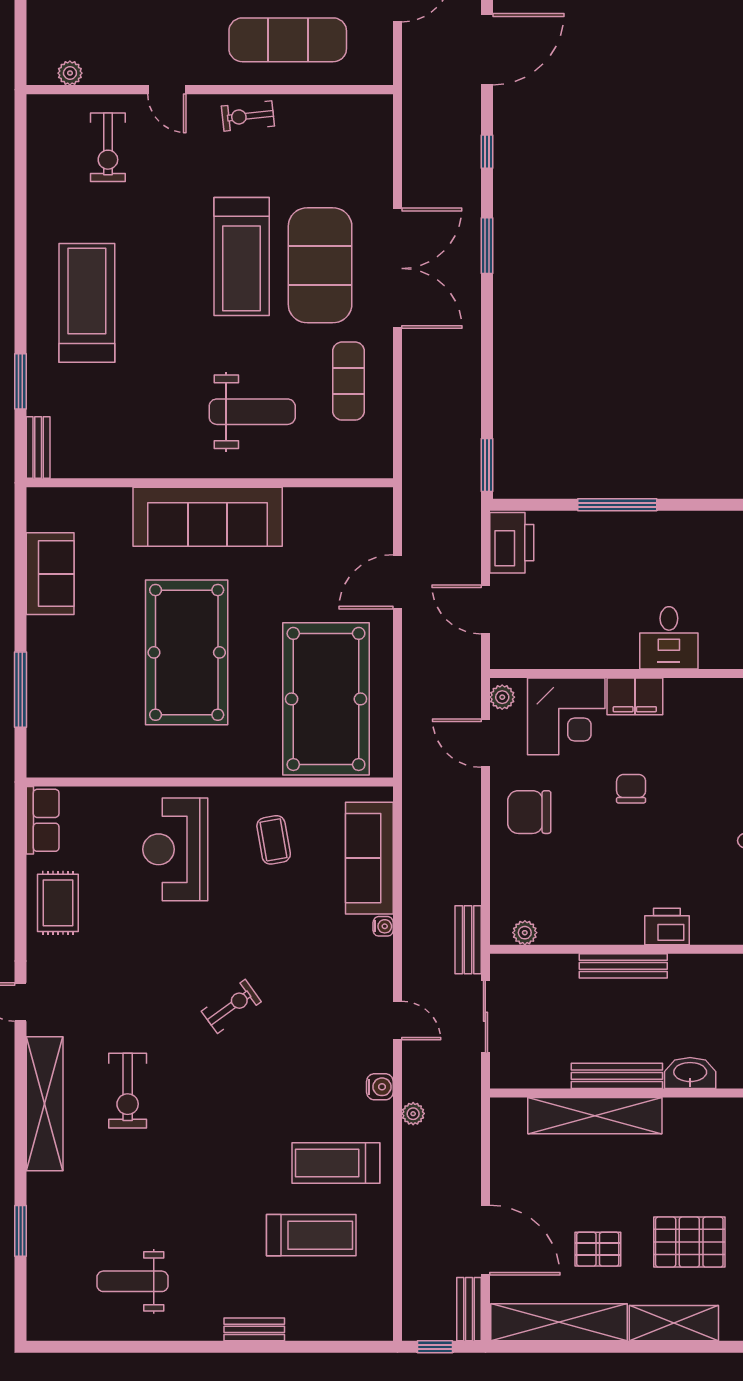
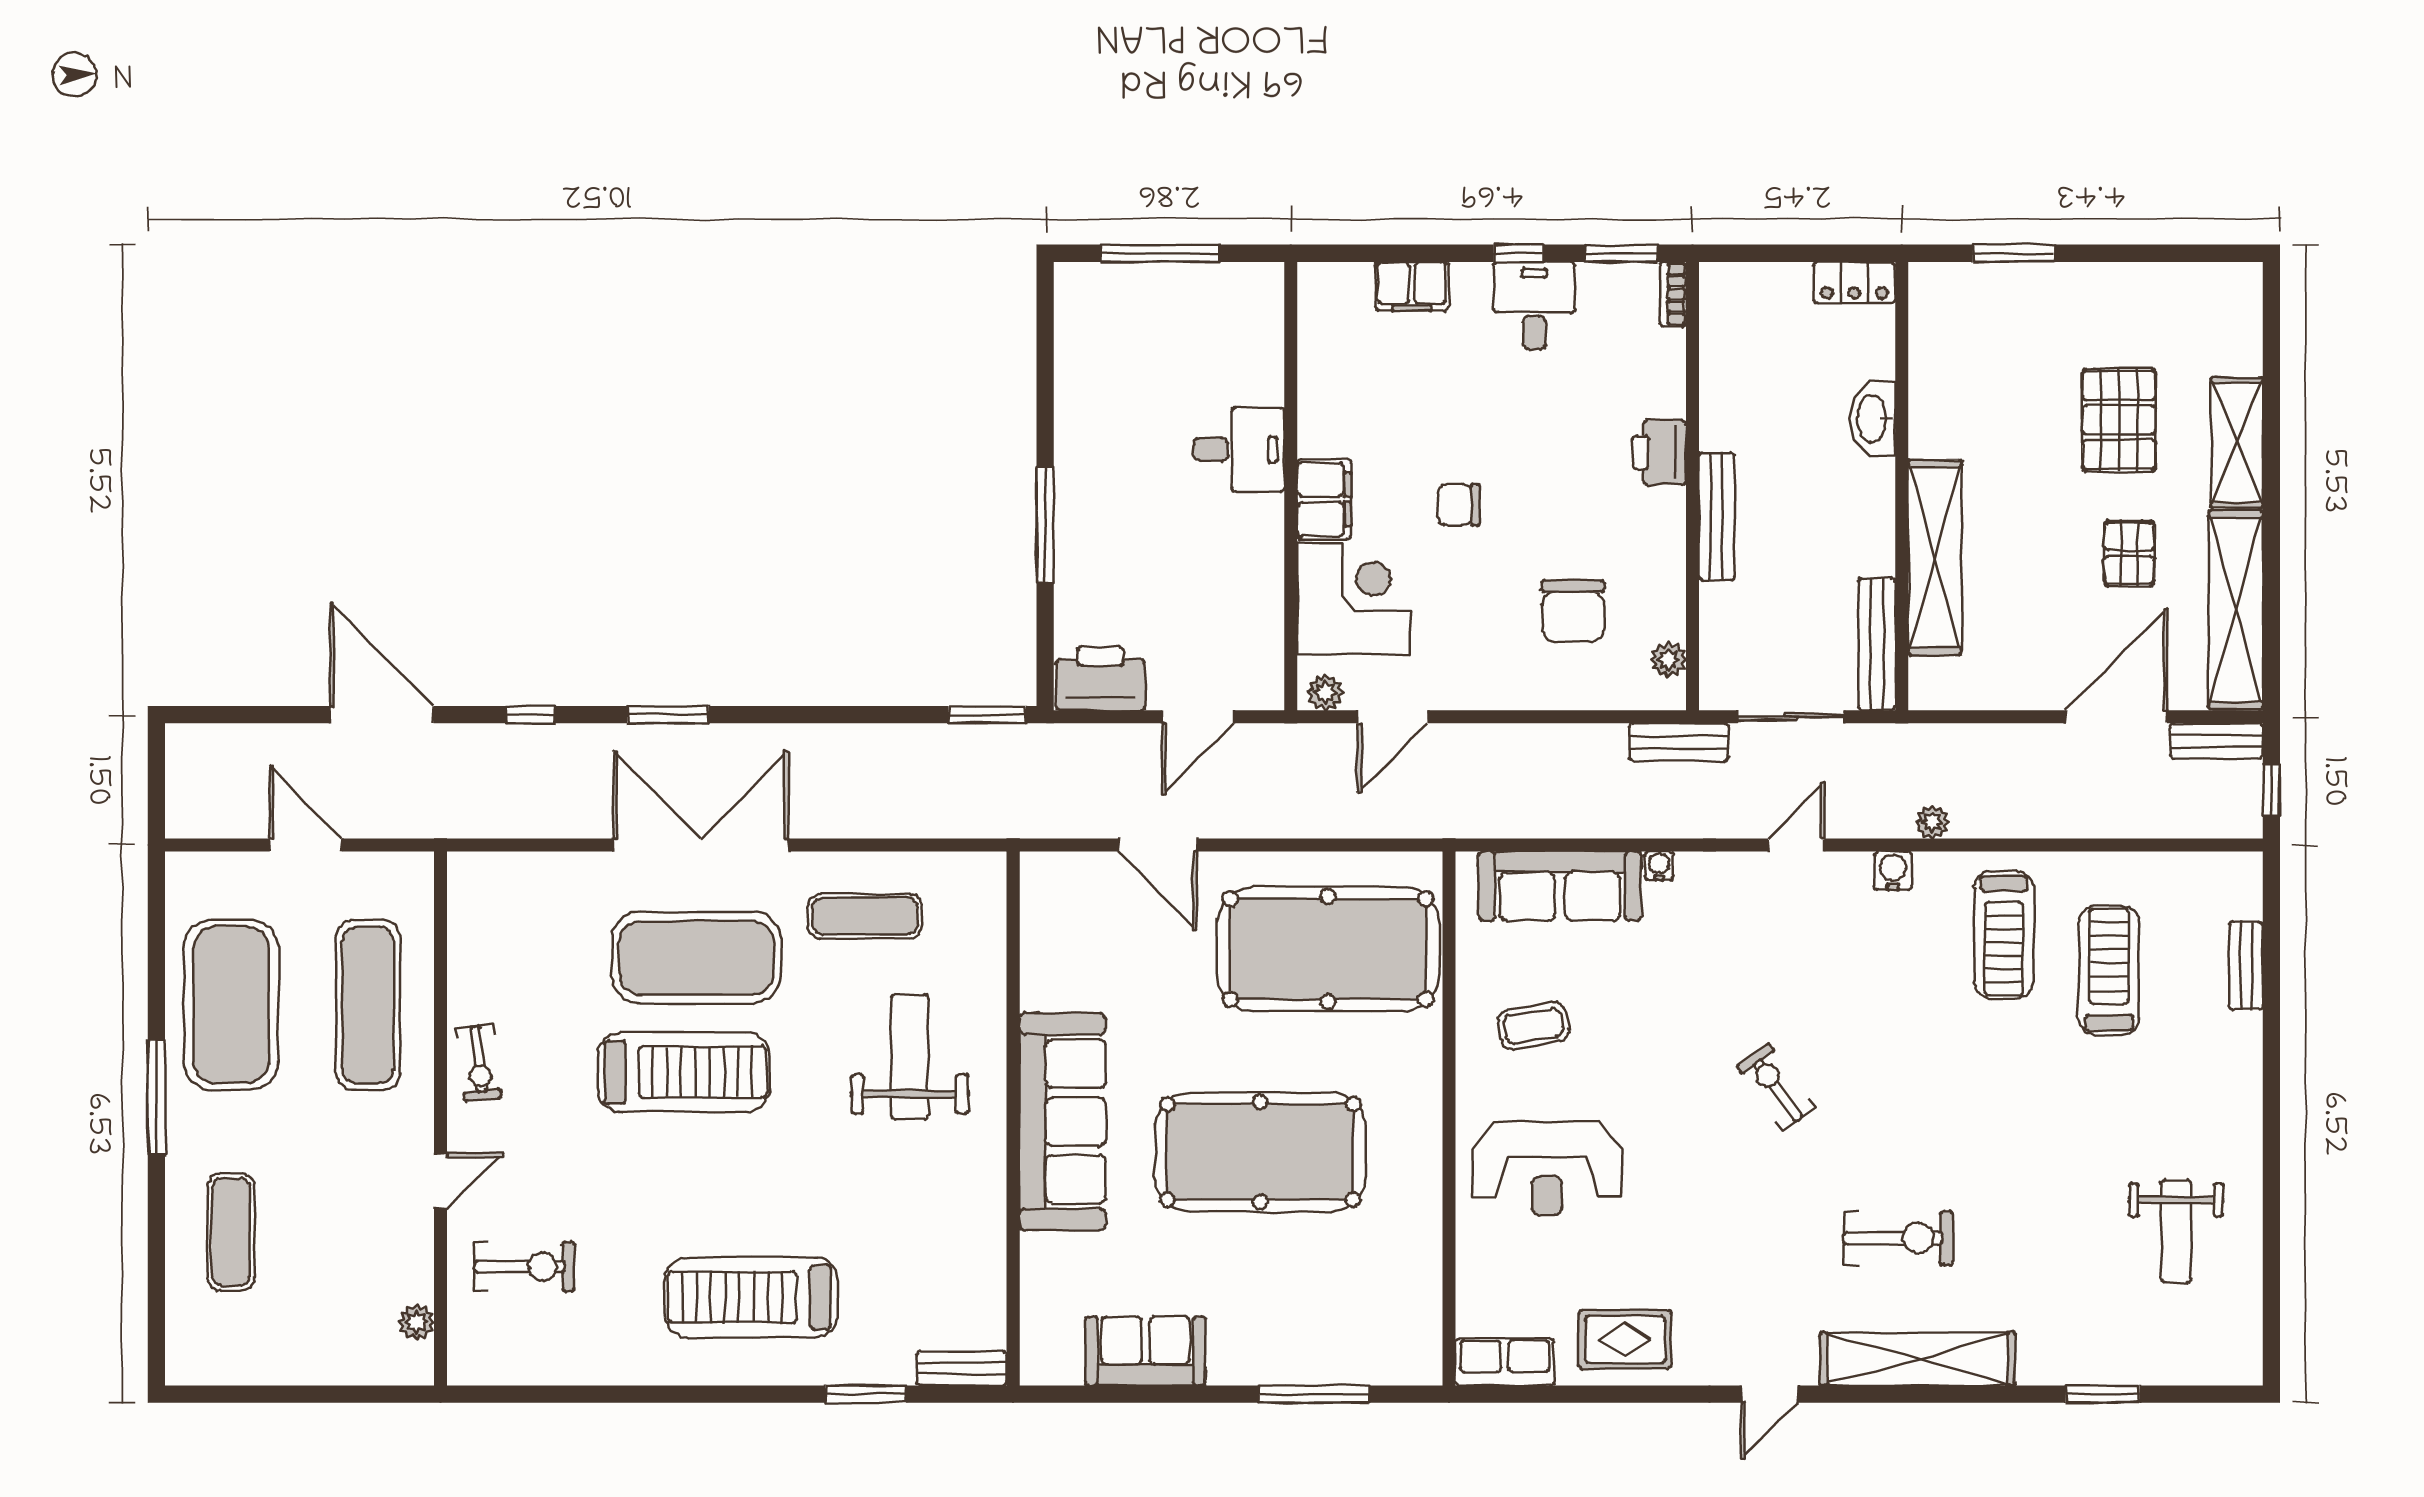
chair: (529, 812) -> (1573, 611), moved
bench: (617, 1076) -> (1877, 644), moved
bench: (254, 1329) -> (2246, 966), moved

